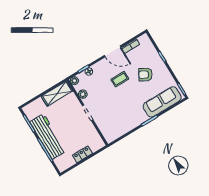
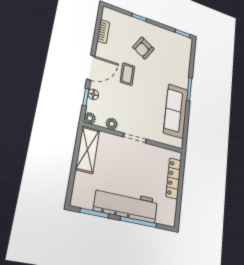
door: (113, 51) -> (91, 68), moved
sofa: (162, 102) -> (176, 111), moved
locker: (82, 154) -> (174, 178), width x1.53

